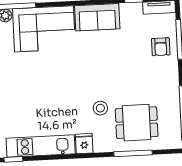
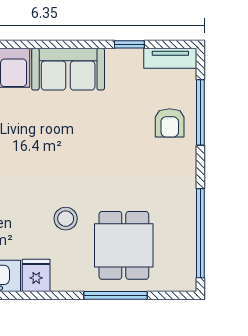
dining table: (137, 123) -> (124, 245), turned 90

